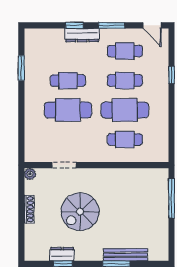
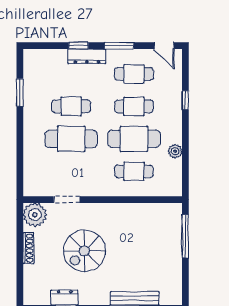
plant: (162, 121) -> (175, 151), added
plant: (30, 174) -> (35, 215), width x1.88, depth x1.88

